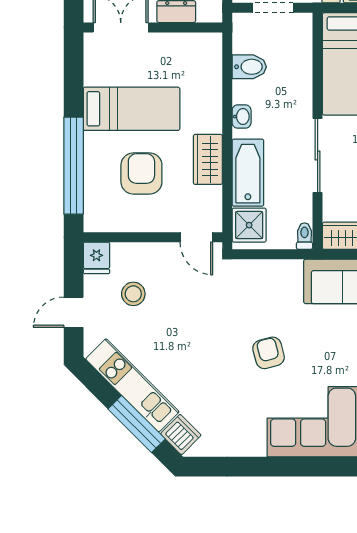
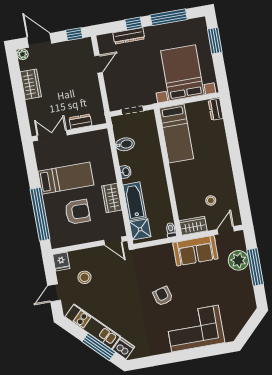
sliding door: (318, 156) -> (170, 185), removed
armchair: (141, 173) -> (77, 212), turned 90

